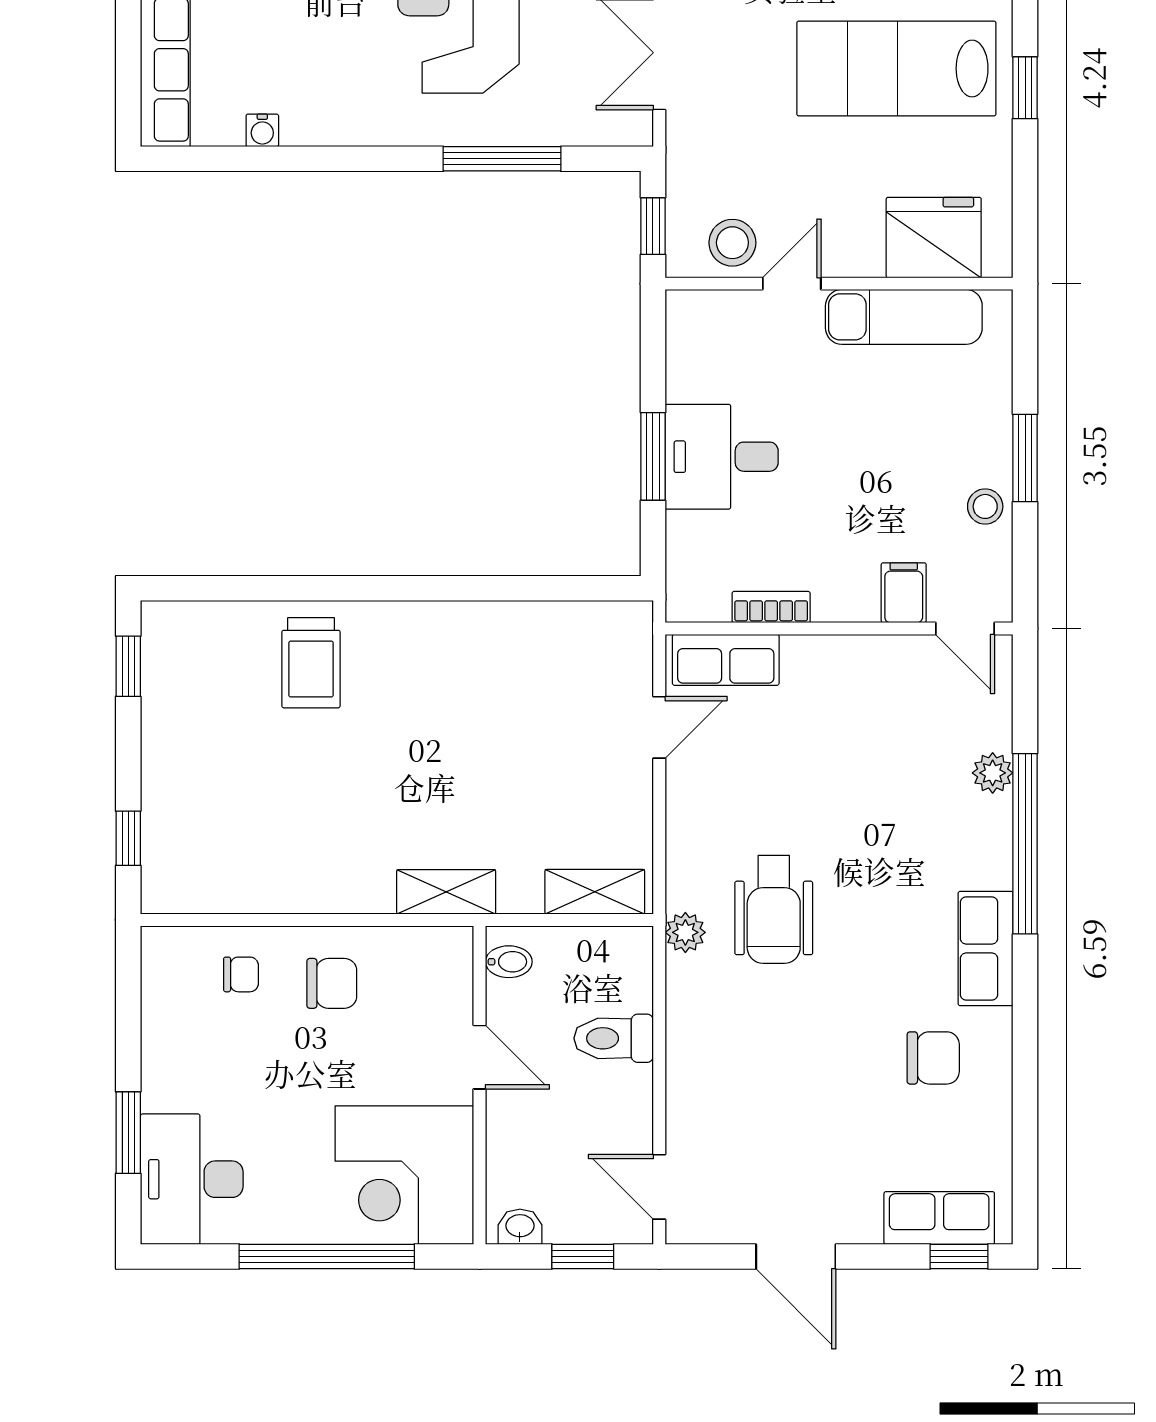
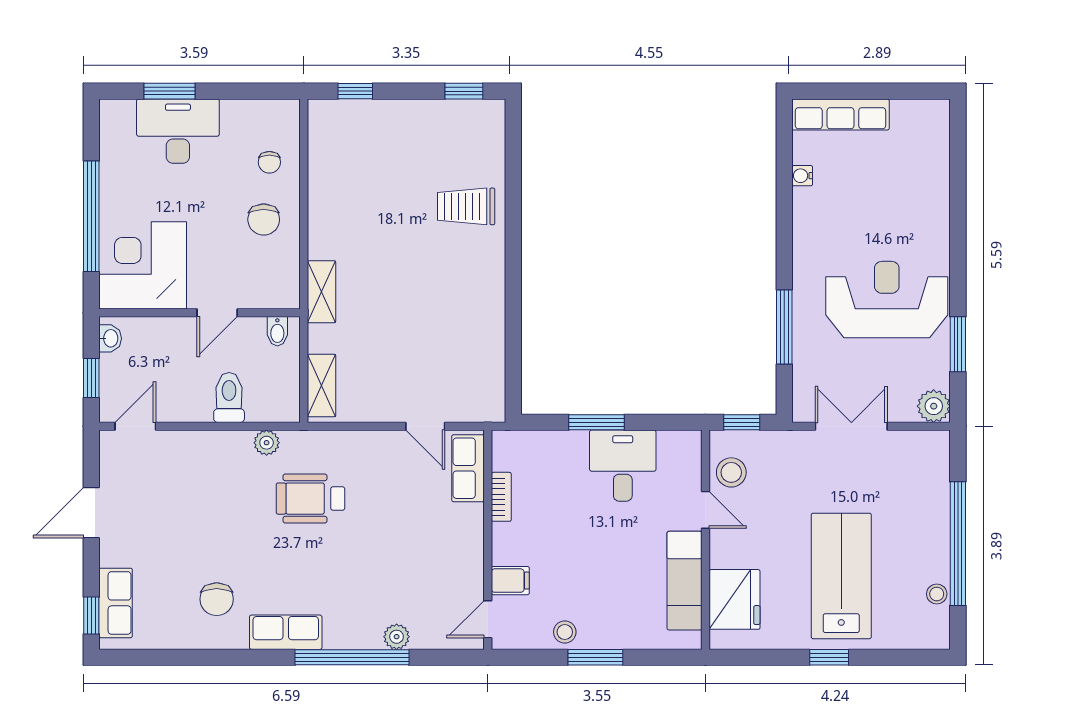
desk: (722, 457) -> (623, 466), moved
plant: (685, 932) -> (267, 443), moved
desk: (192, 1179) -> (178, 131), moved

